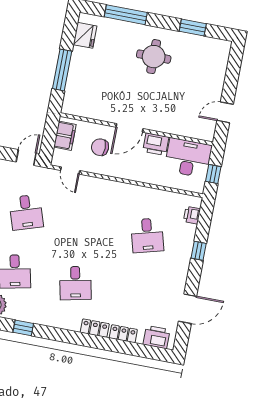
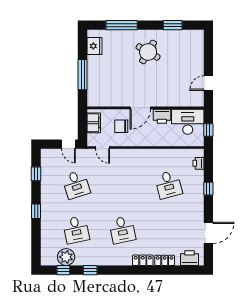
round table: (154, 57) -> (148, 52), turned 30
door: (26, 157) -> (68, 144), swing flipped

